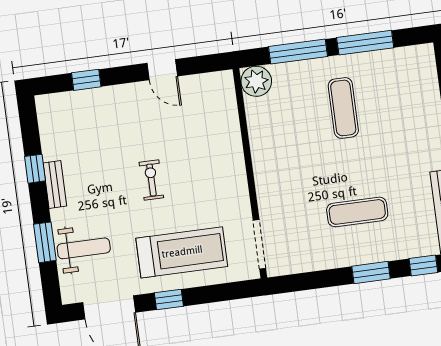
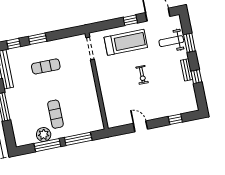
plant: (256, 81) -> (44, 134), moved
treadmill: (182, 252) -> (126, 42), turned 180

